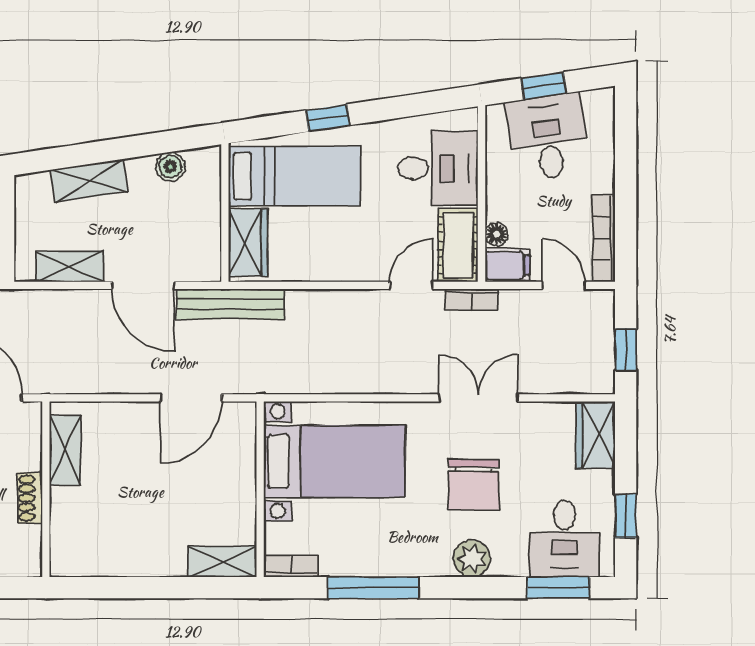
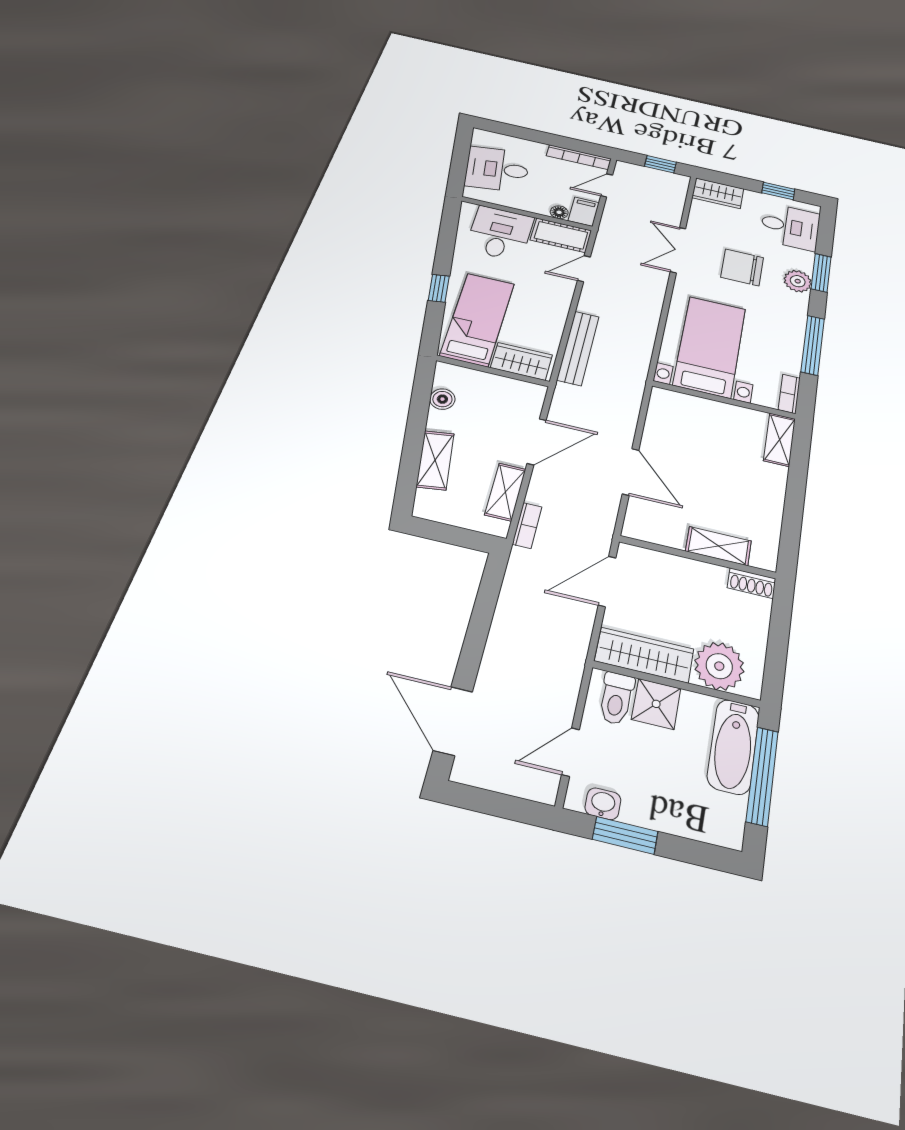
window: (544, 86) -> (459, 163), removed
door: (411, 285) -> (584, 269), hinge flipped
bookcase: (472, 300) -> (527, 525), moved
bench: (230, 304) -> (578, 348), moved
door: (191, 398) -> (631, 472), moved
shelving: (65, 450) -> (718, 546), moved
chair: (474, 484) -> (742, 267), turned 180
shoe rack: (30, 498) -> (752, 583), moved
window: (558, 588) -> (821, 273), moved

